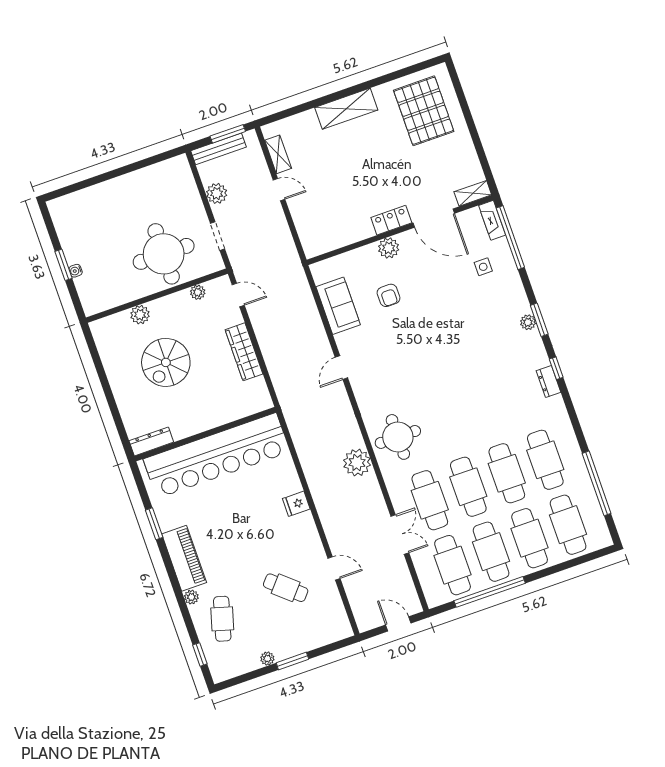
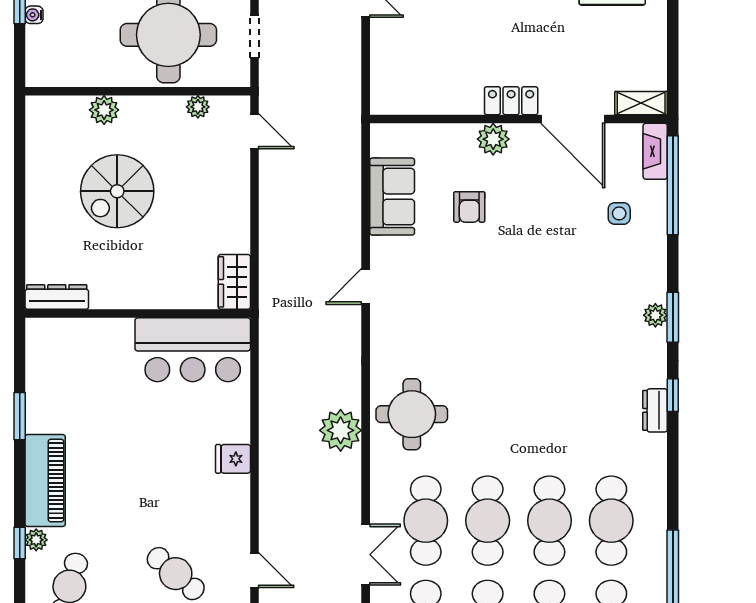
wardrobe: (244, 352) -> (234, 282), moved, width x0.67
bar counter: (217, 455) -> (193, 350), width x0.54
window: (182, 603) -> (20, 543), added

